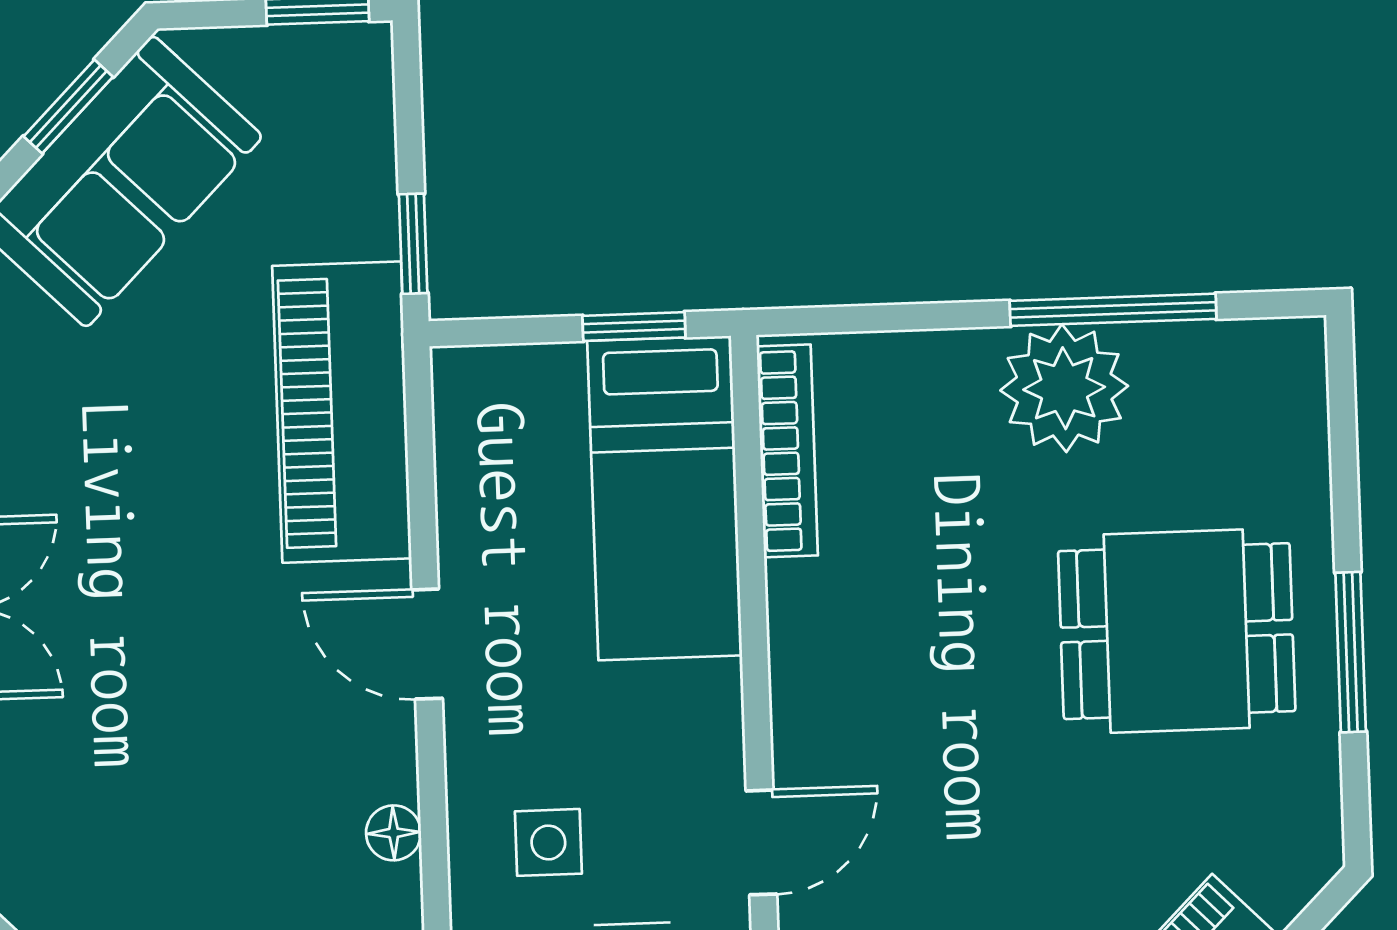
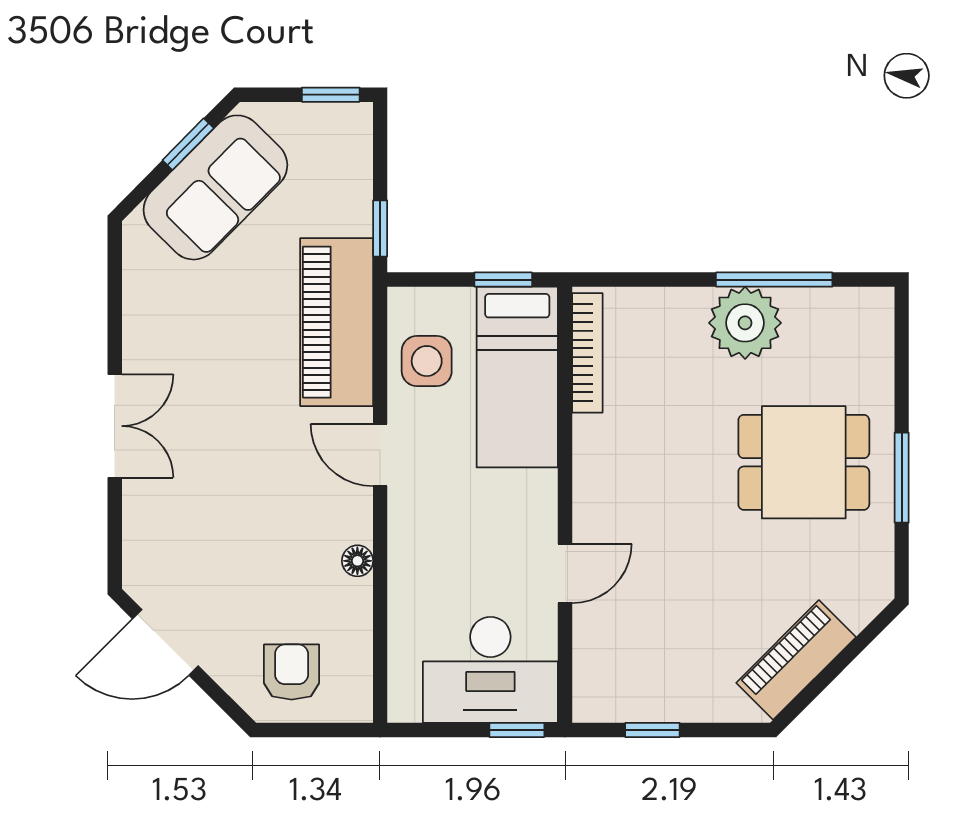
side table: (548, 842) -> (427, 361), moved, width x1.37, depth x1.37

